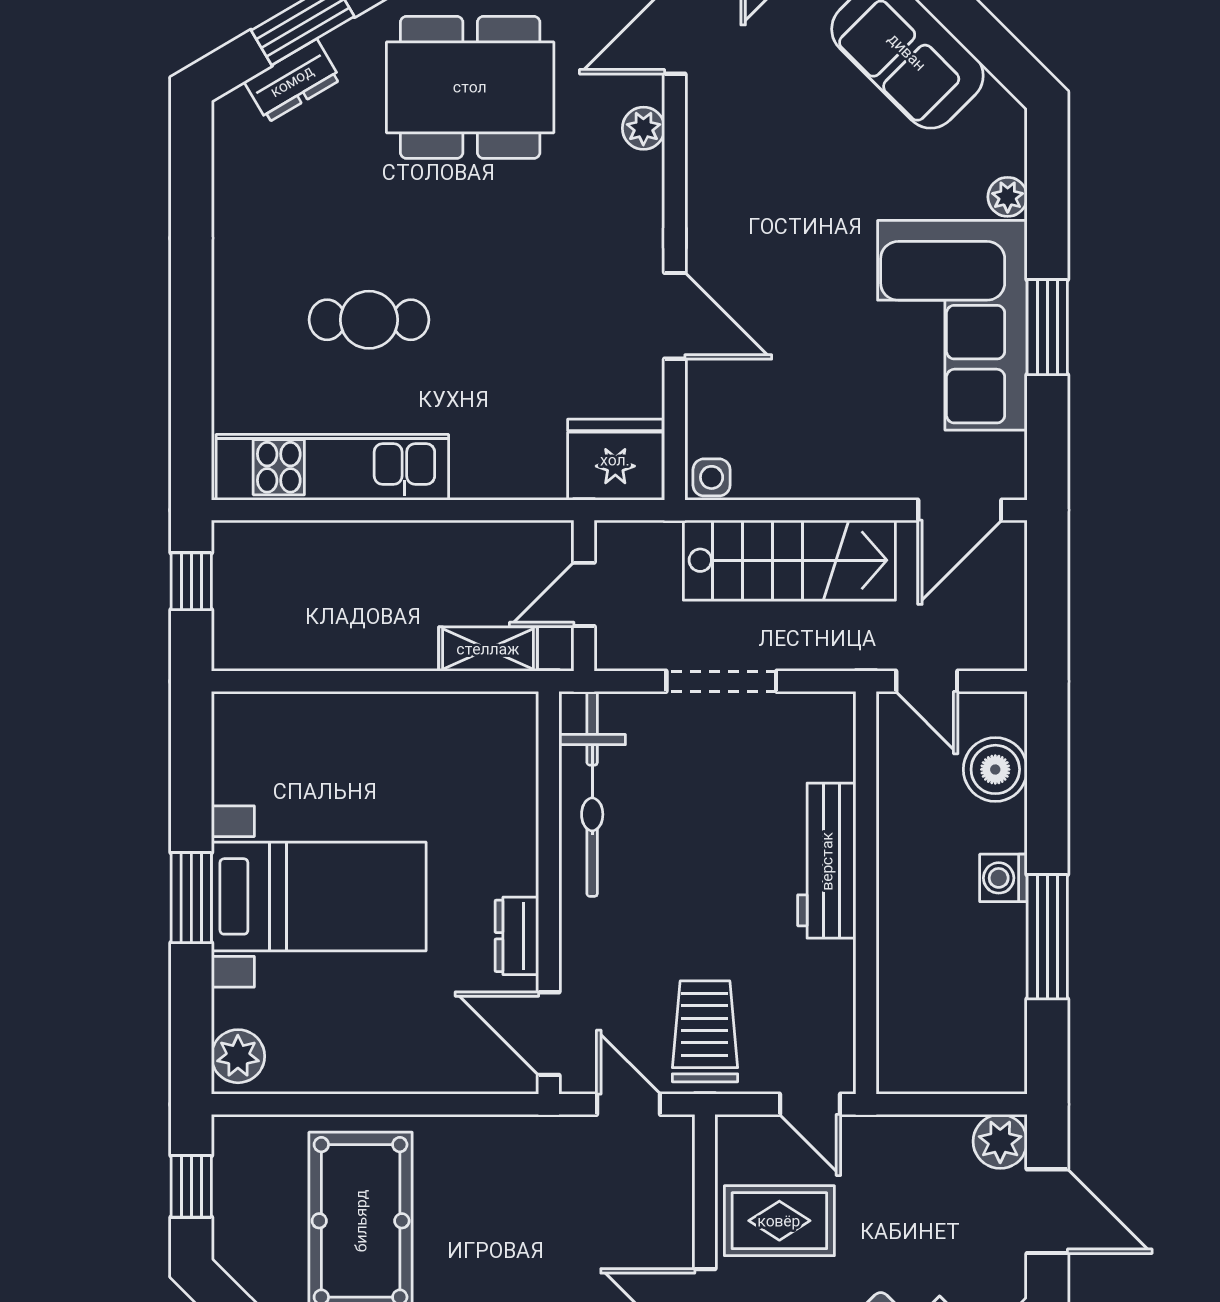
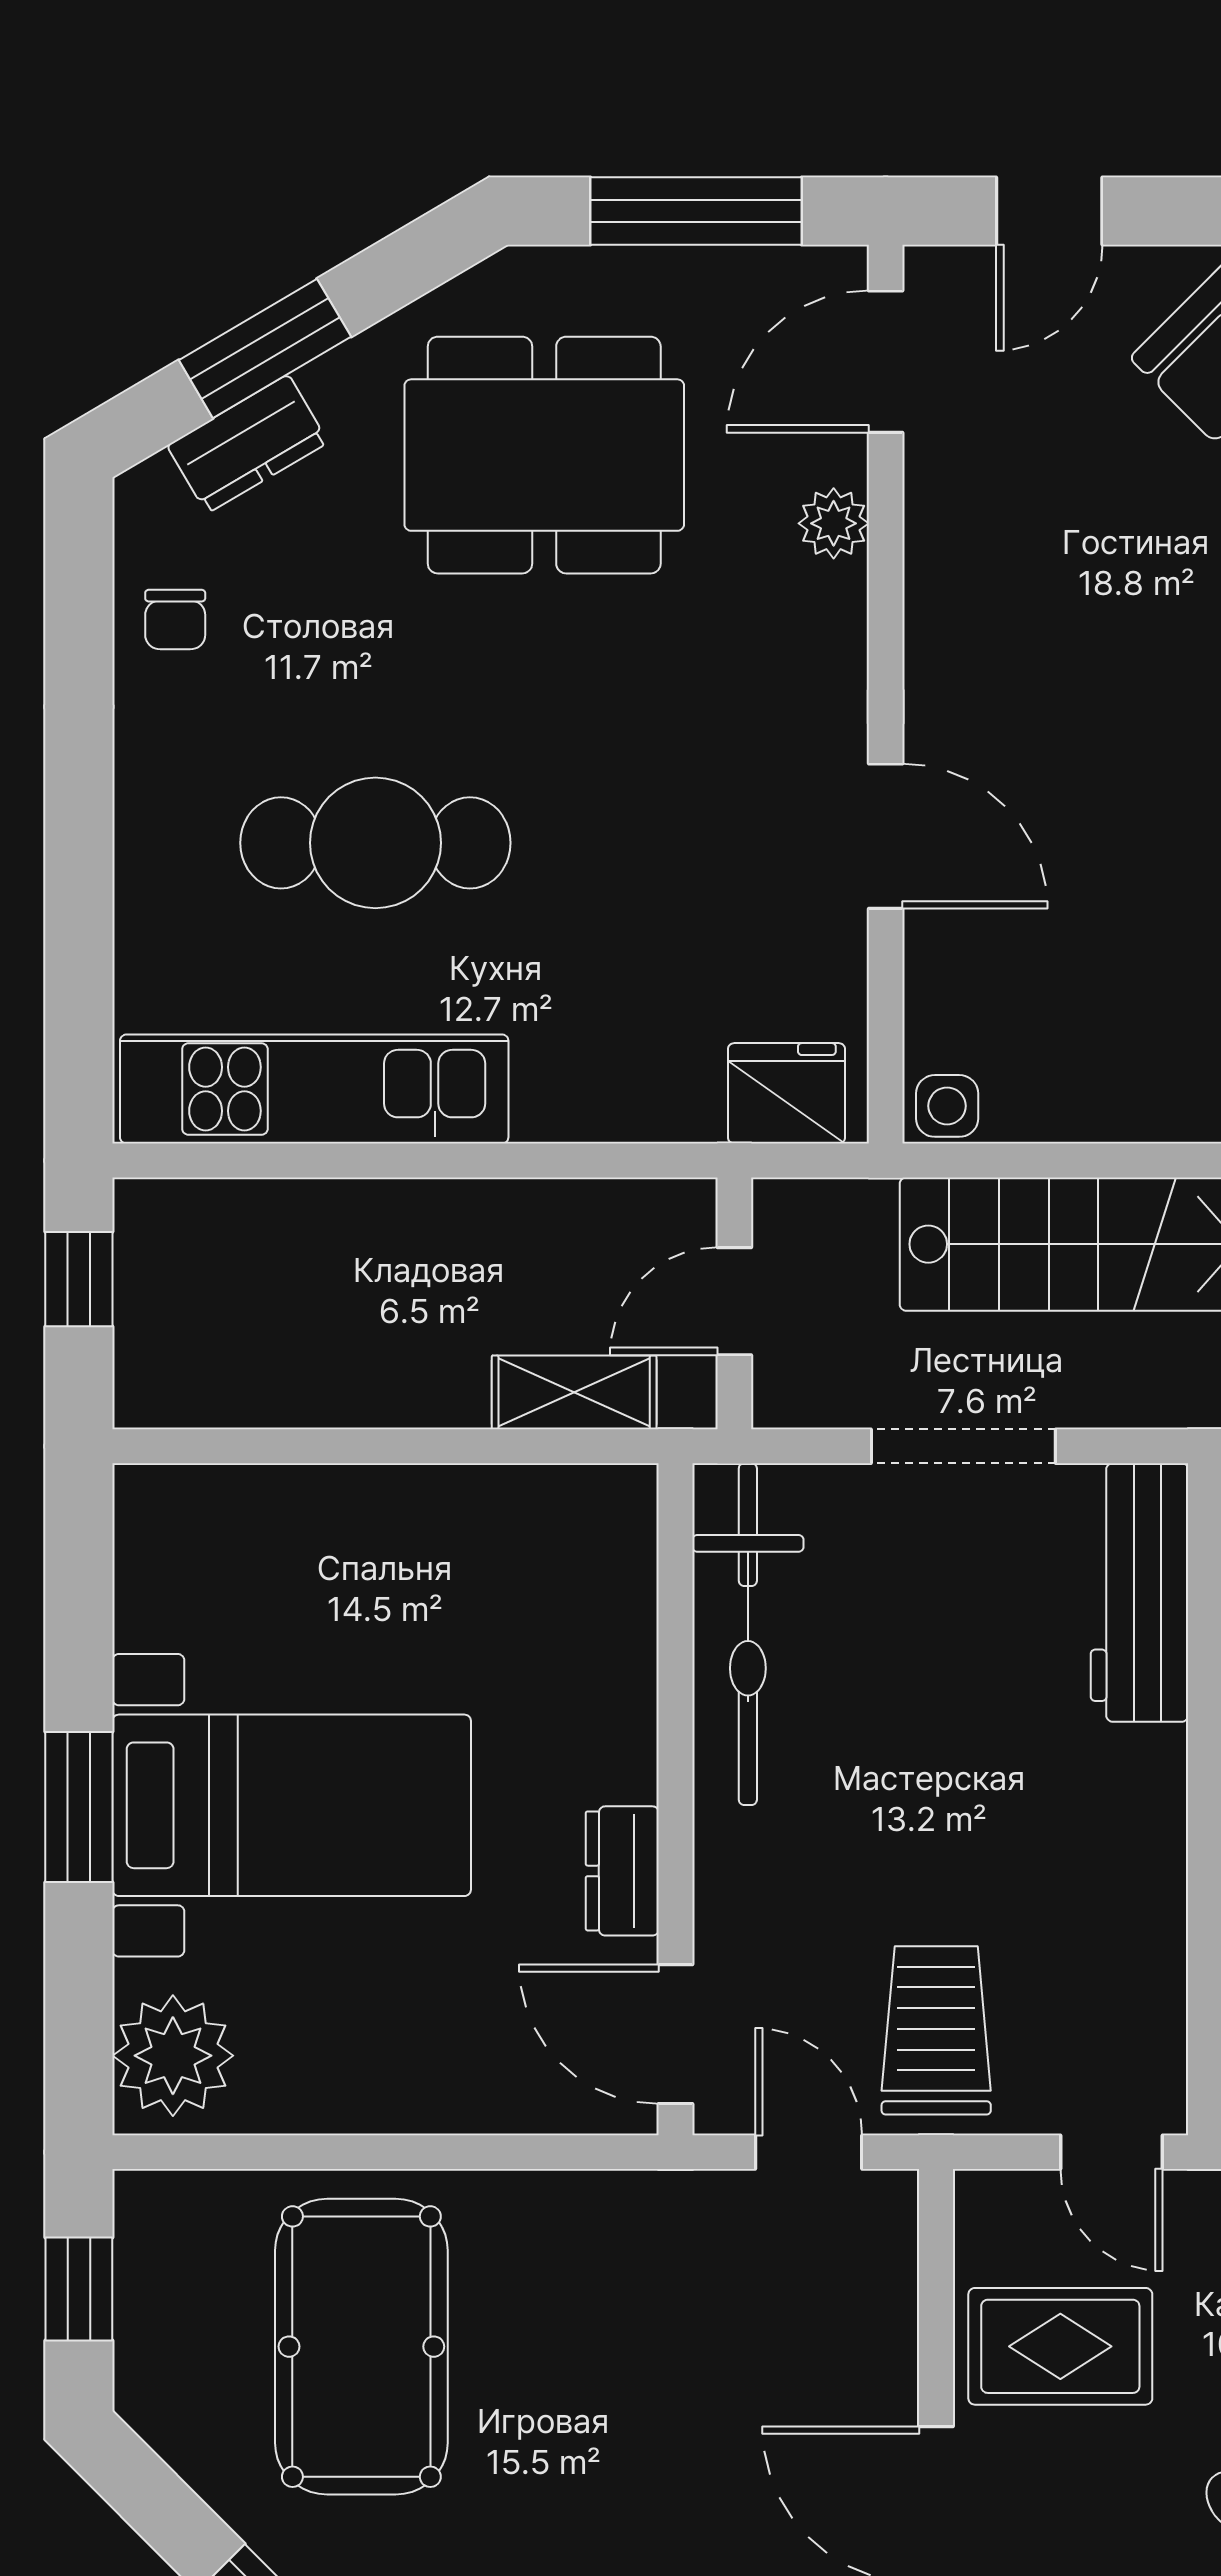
chair: (249, 186) -> (175, 620), added
cafe table: (369, 320) -> (375, 843), width x1.37, depth x1.35
fridge: (615, 460) -> (786, 1093), width x0.73, depth x0.75
workbench: (827, 861) -> (1139, 1592), moved
plant: (238, 1056) -> (173, 2056), width x1.36, depth x1.36

